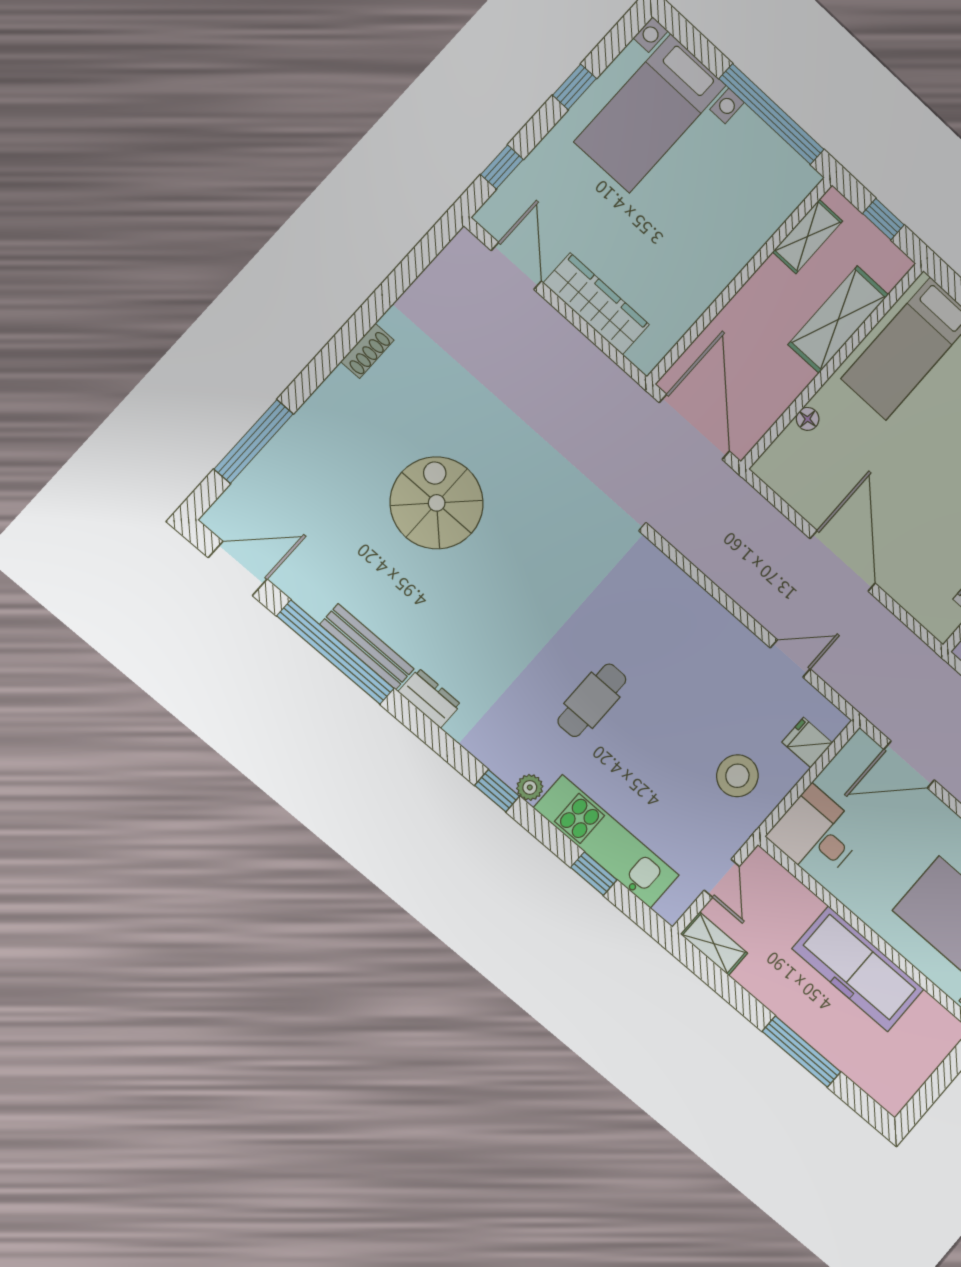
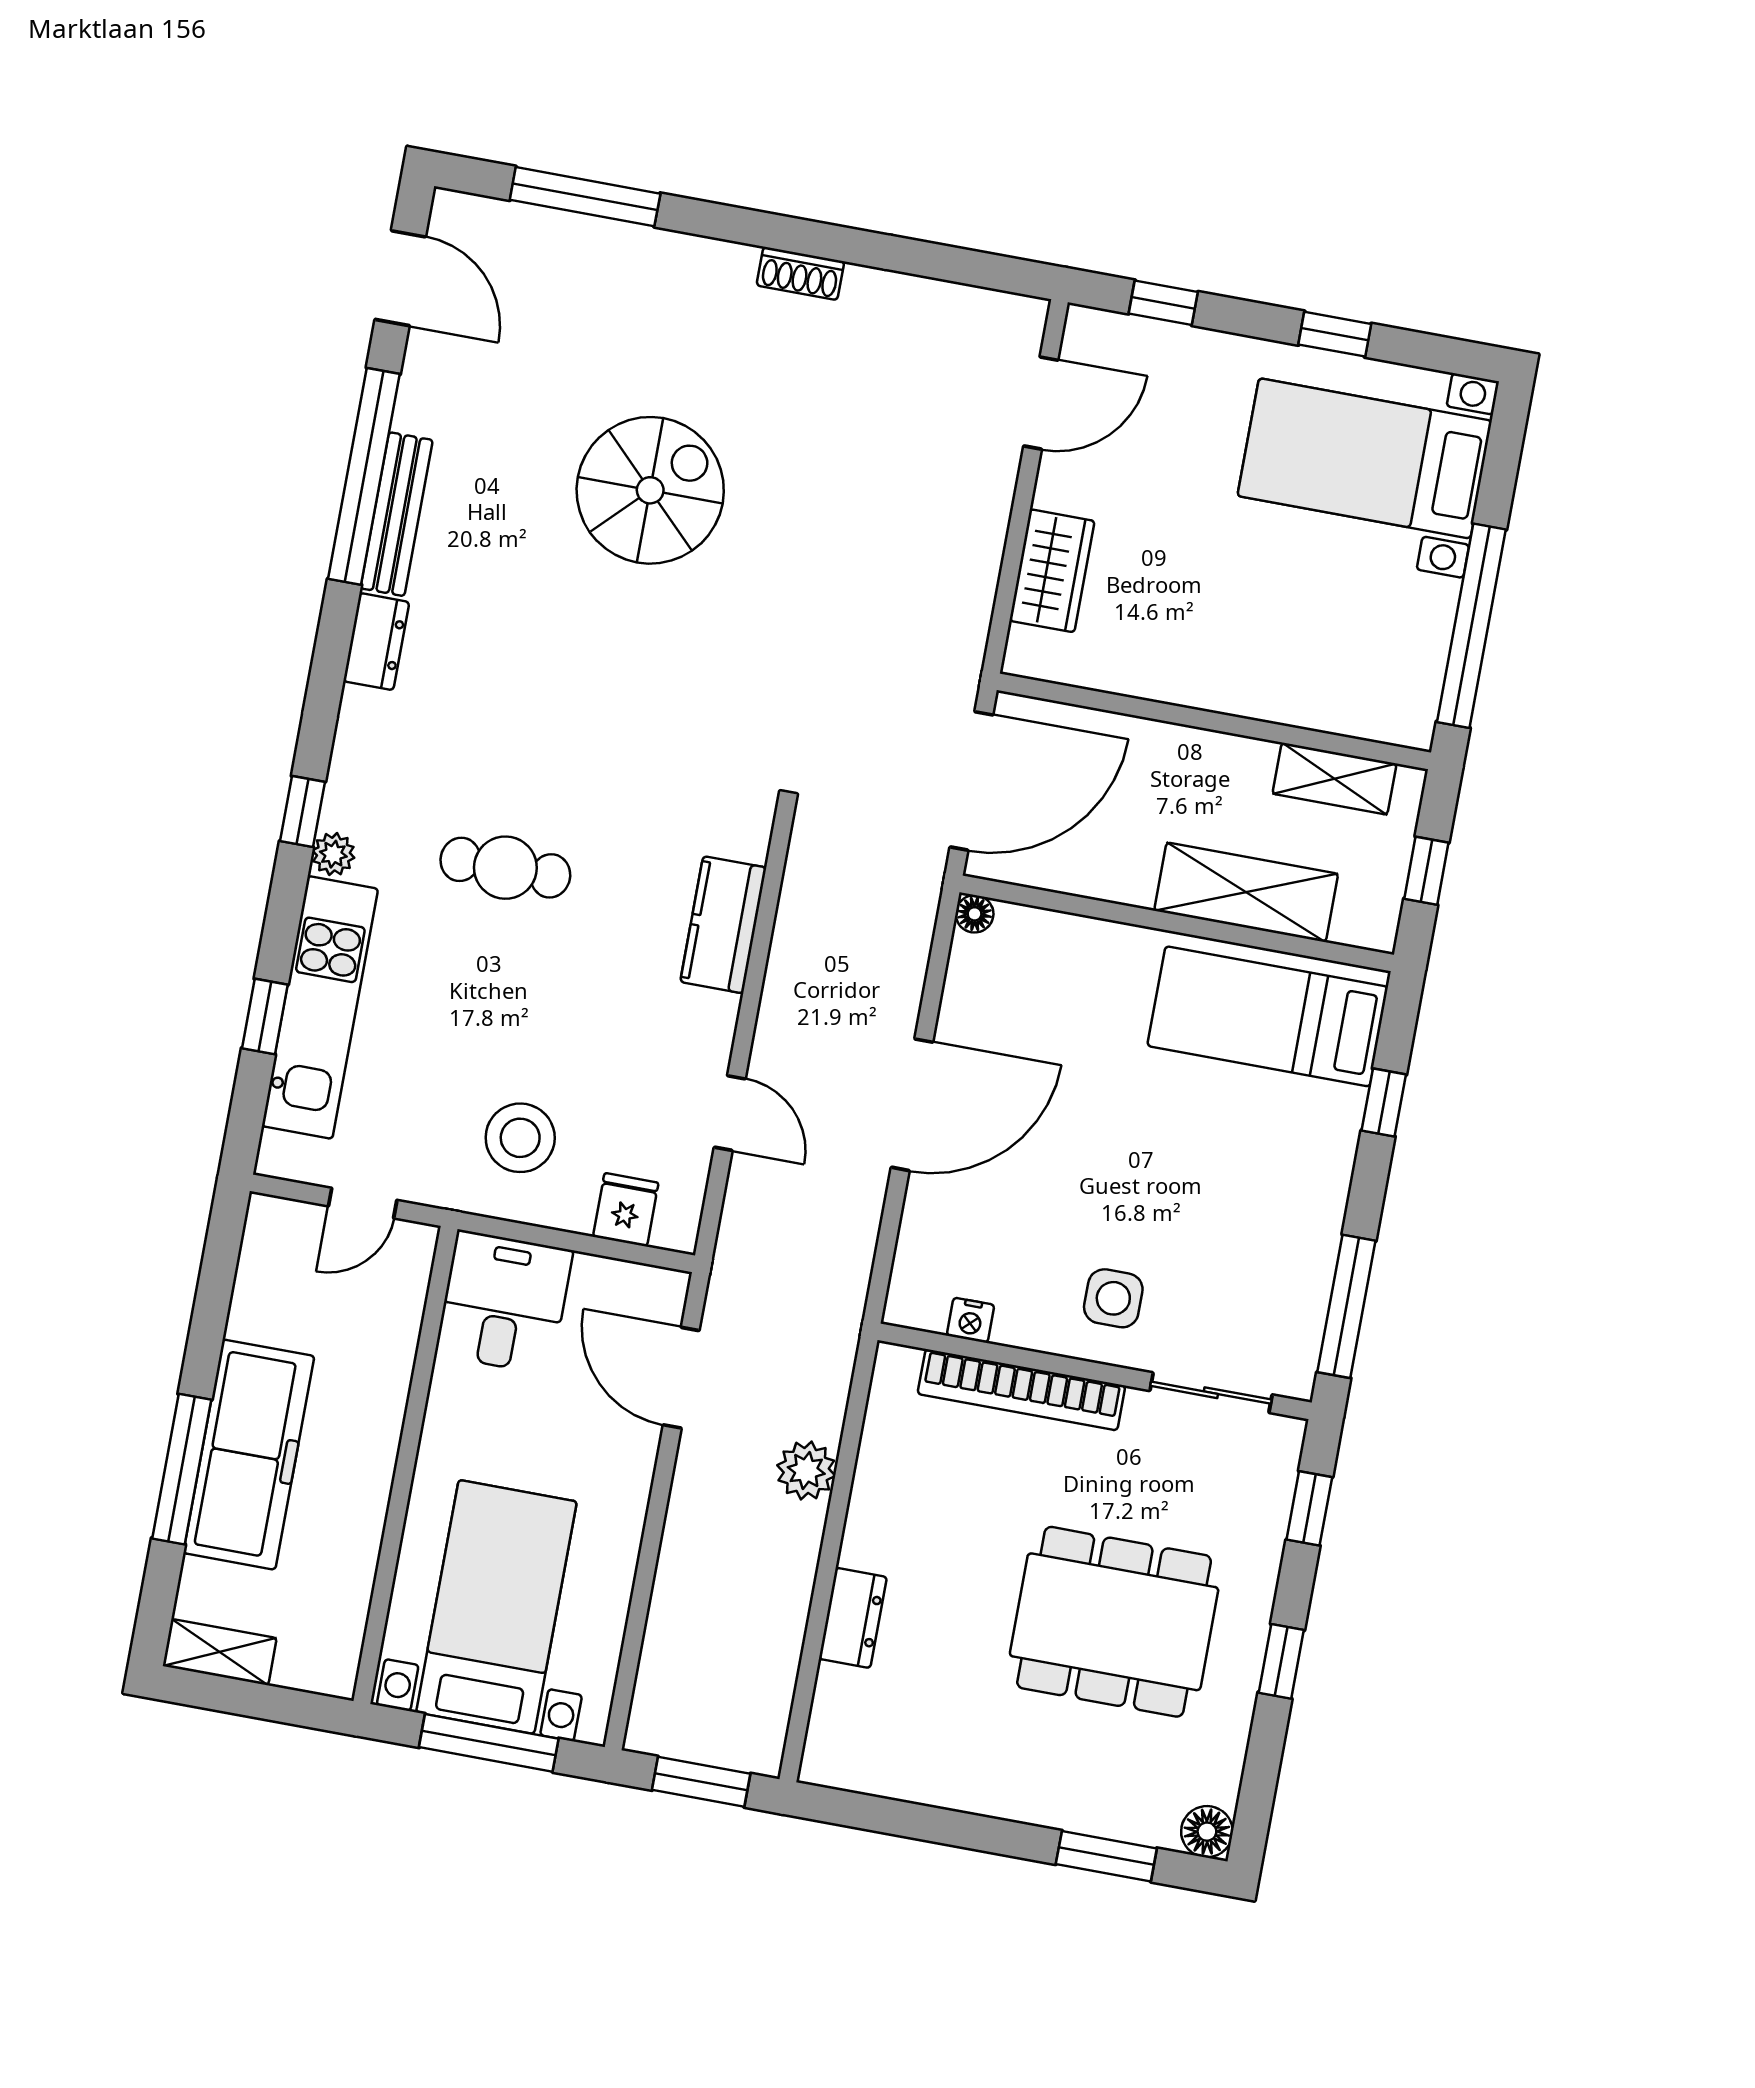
wardrobe: (596, 304) -> (1052, 571), width x0.67
floor lamp: (808, 419) -> (975, 914), moved
kitchen counter: (691, 603) -> (723, 925), added
shelving: (714, 944) -> (220, 1652), moved, turned 90
freezer: (858, 969) -> (249, 1455), moved, turned 180

